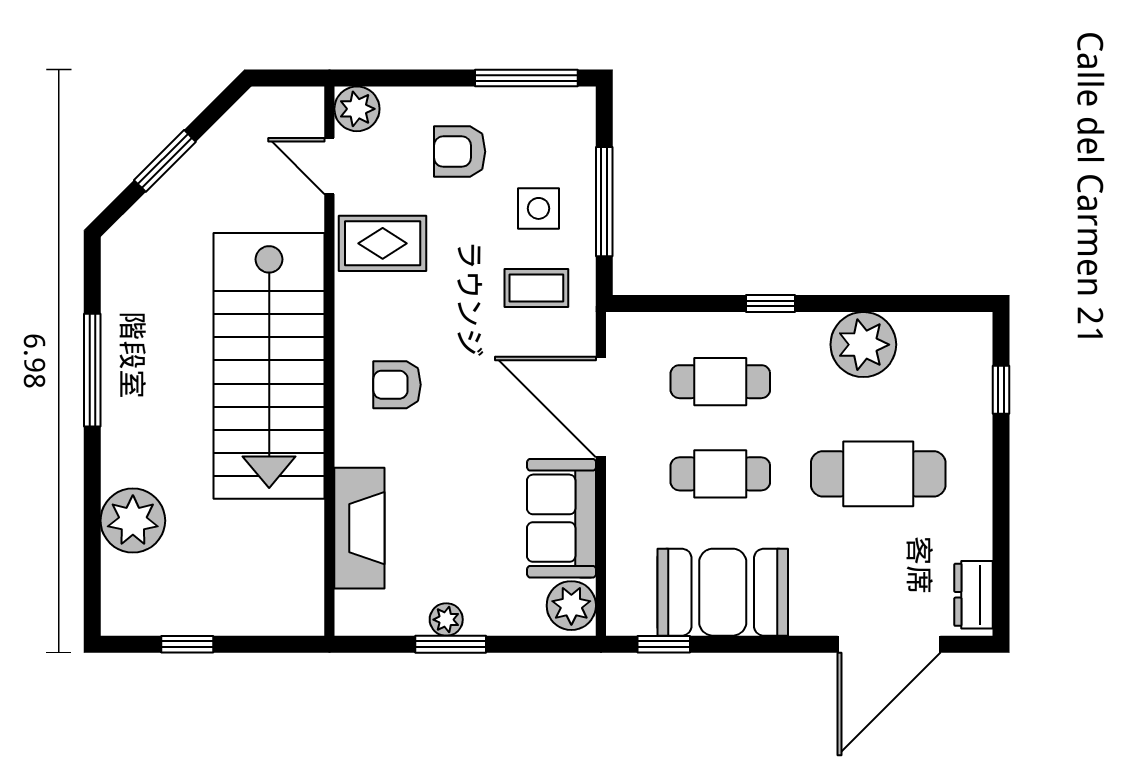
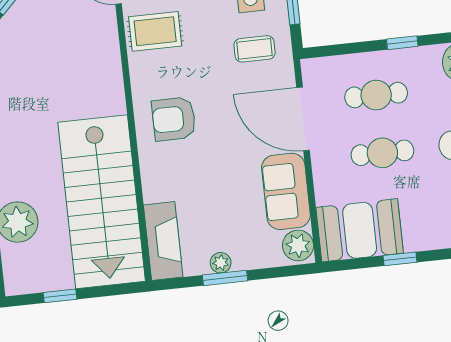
stairs: (269, 366) -> (102, 202), moved
armchair: (397, 385) -> (174, 119), width x1.38, depth x1.38
fireplace: (359, 528) -> (163, 241), moved
booth: (723, 592) -> (360, 230), moved
window: (664, 644) -> (400, 259), moved

